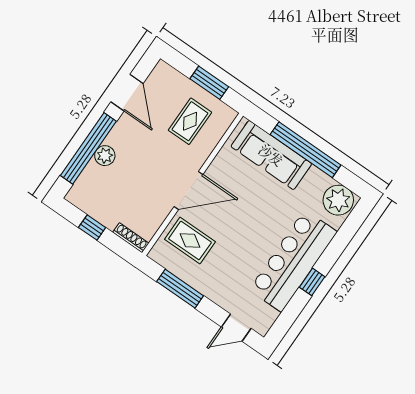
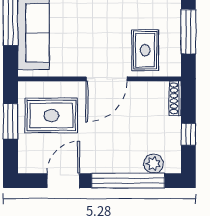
rug: (190, 121) -> (51, 115), width x1.36, depth x1.43
plant: (105, 156) -> (154, 164), moved
door: (188, 190) -> (107, 79), swing flipped

